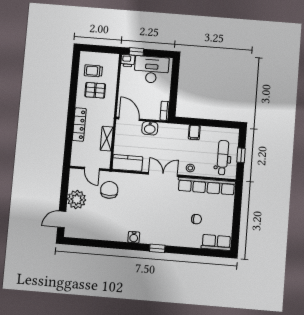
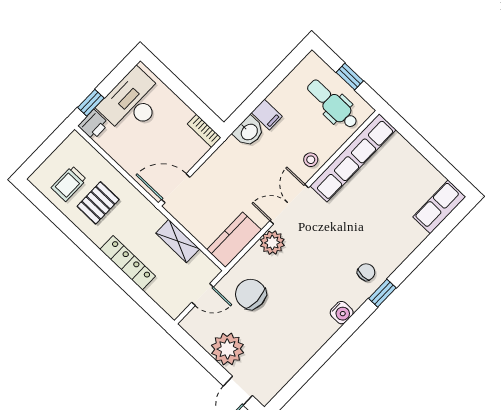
washbasin: (150, 128) -> (249, 132), moved
plant: (140, 181) -> (272, 243), added
chair: (196, 219) -> (366, 272), moved

